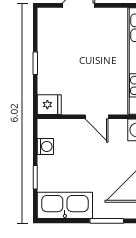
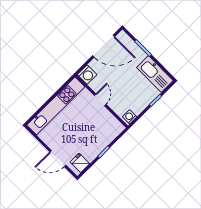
fridge: (49, 105) -> (80, 163), moved
washing machine: (45, 147) -> (130, 117), moved

